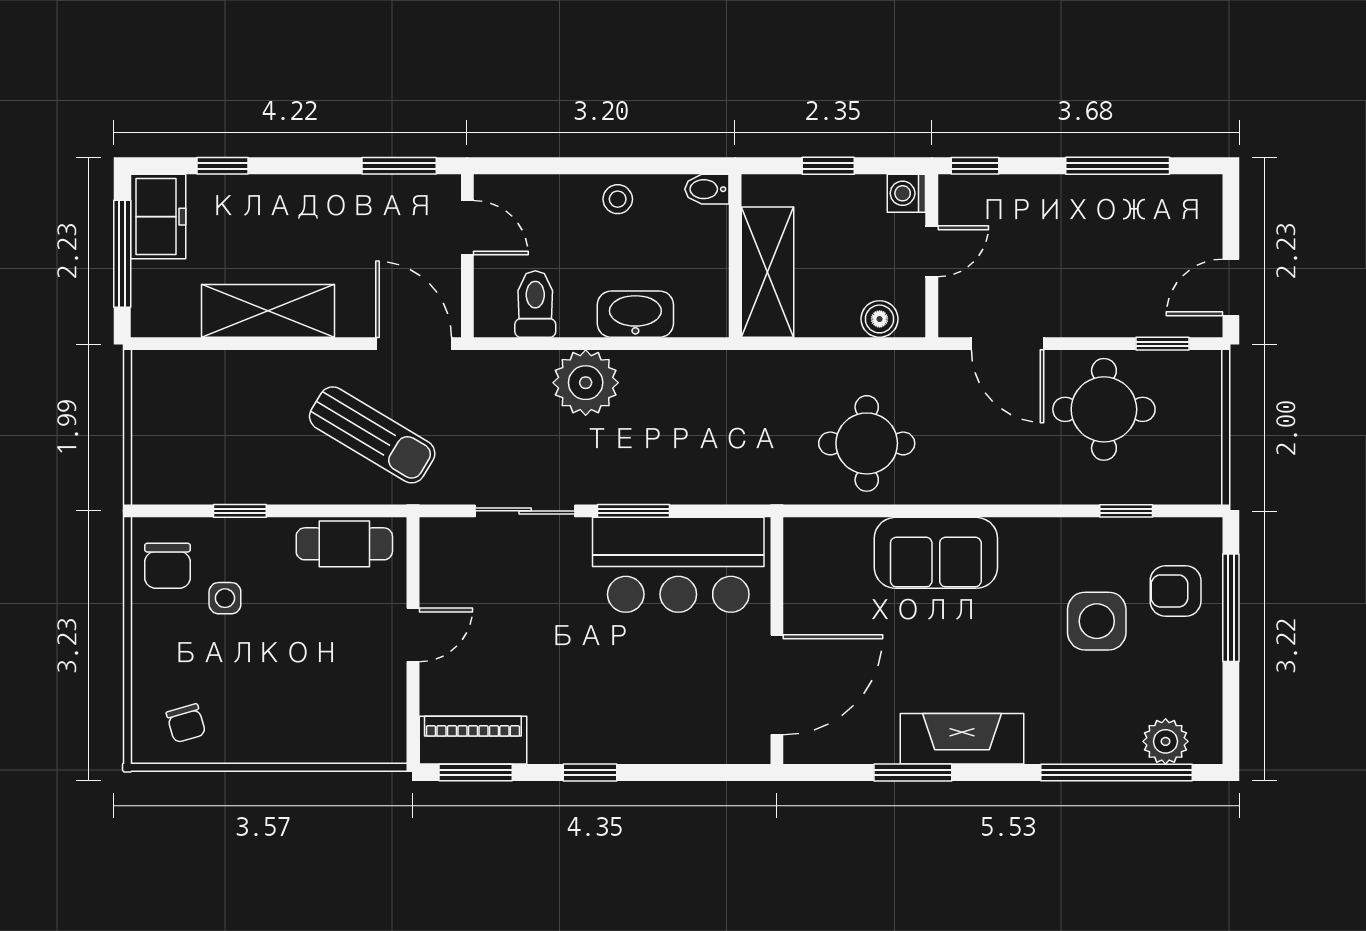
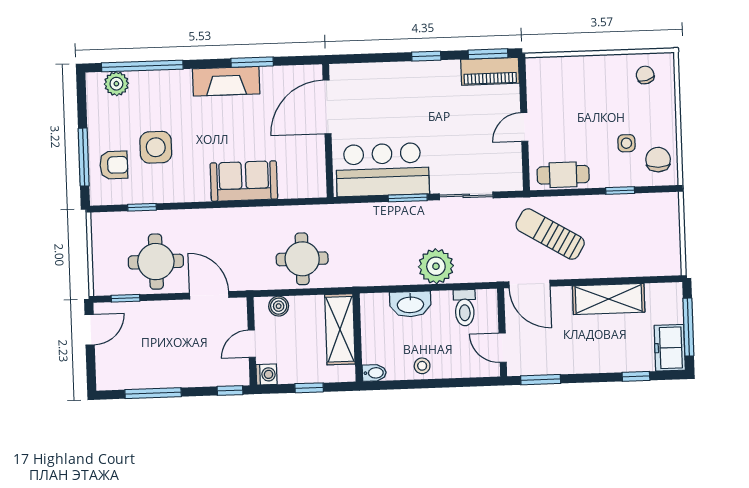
round table: (867, 443) -> (302, 259), moved

